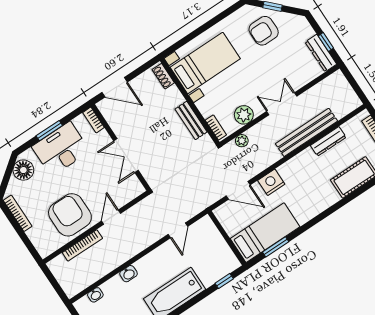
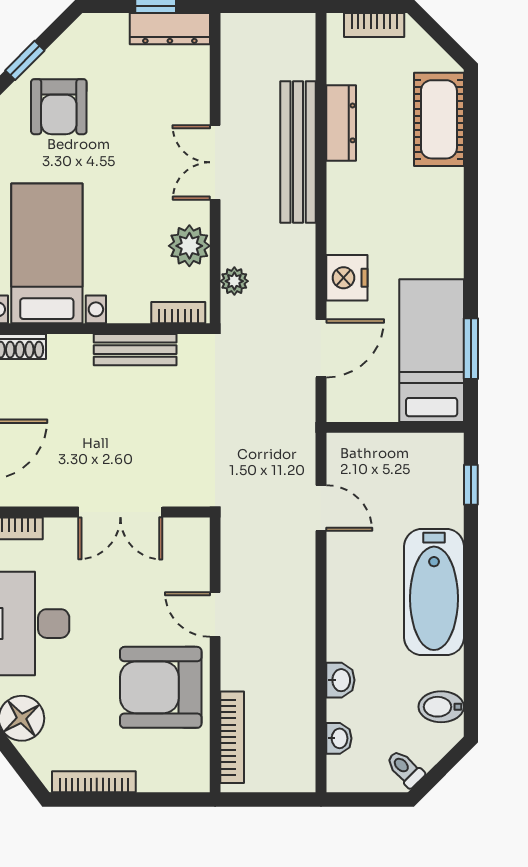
bookcase: (82, 245) -> (232, 737), moved
washbasin: (129, 274) -> (340, 680), moved

